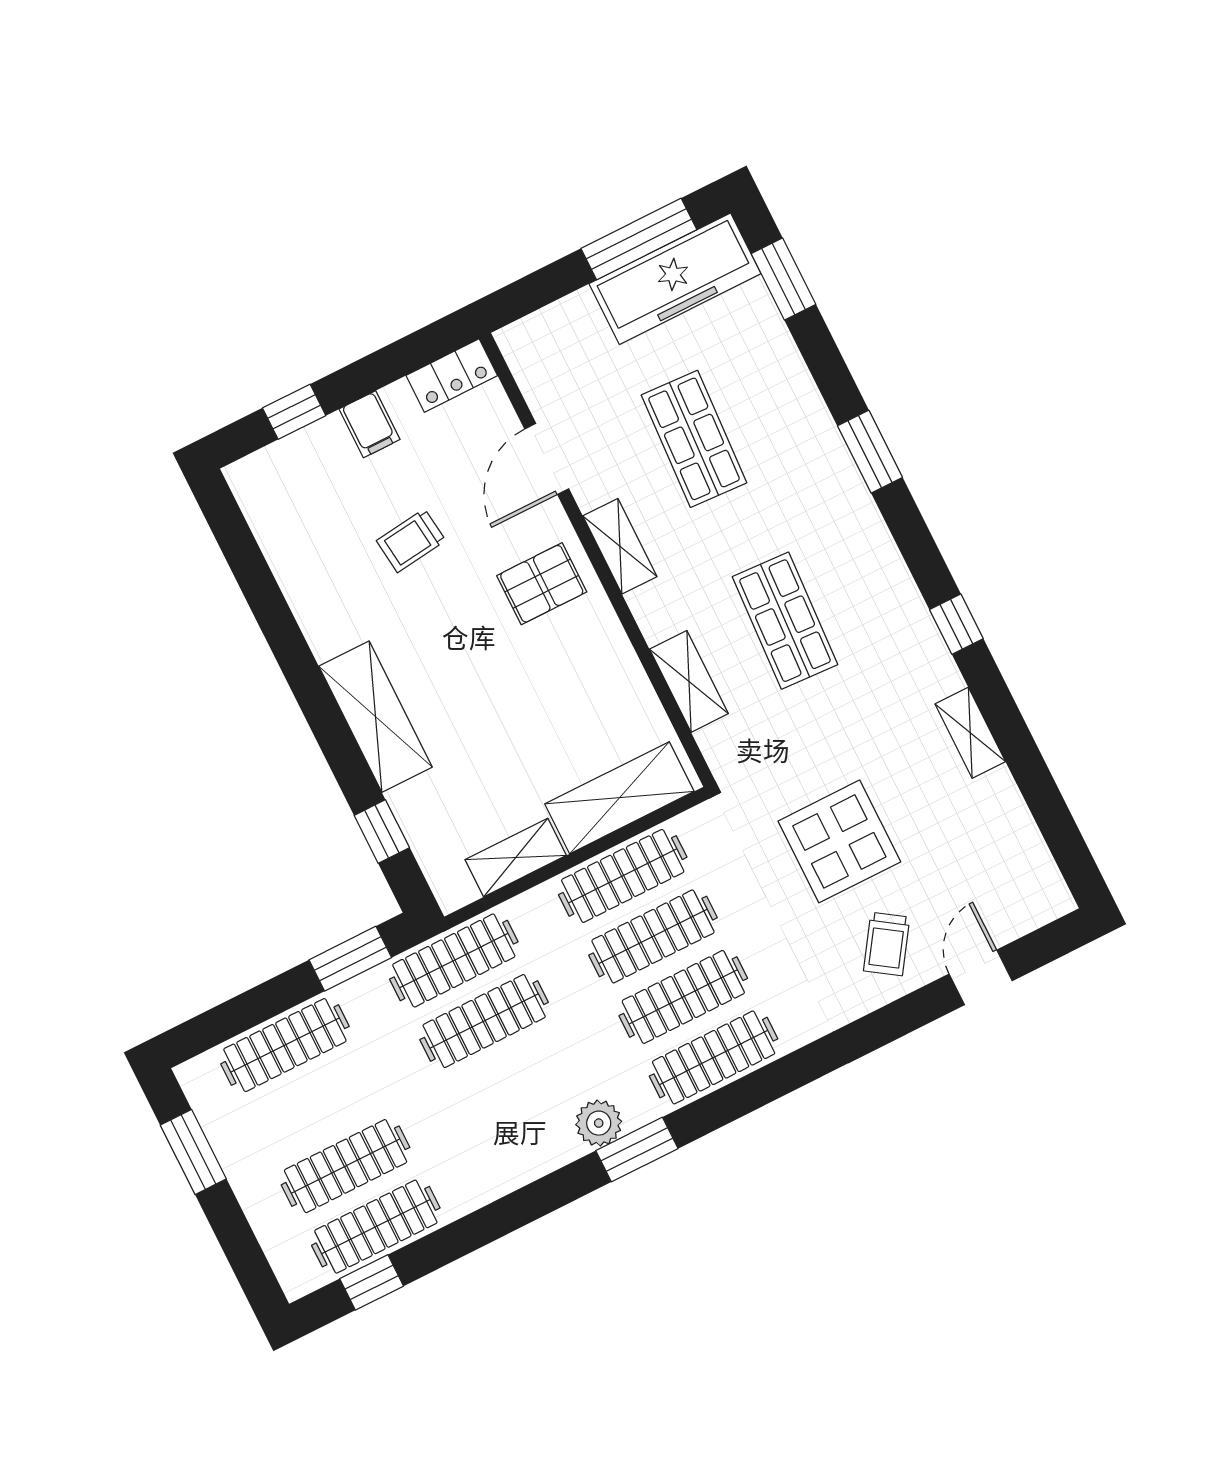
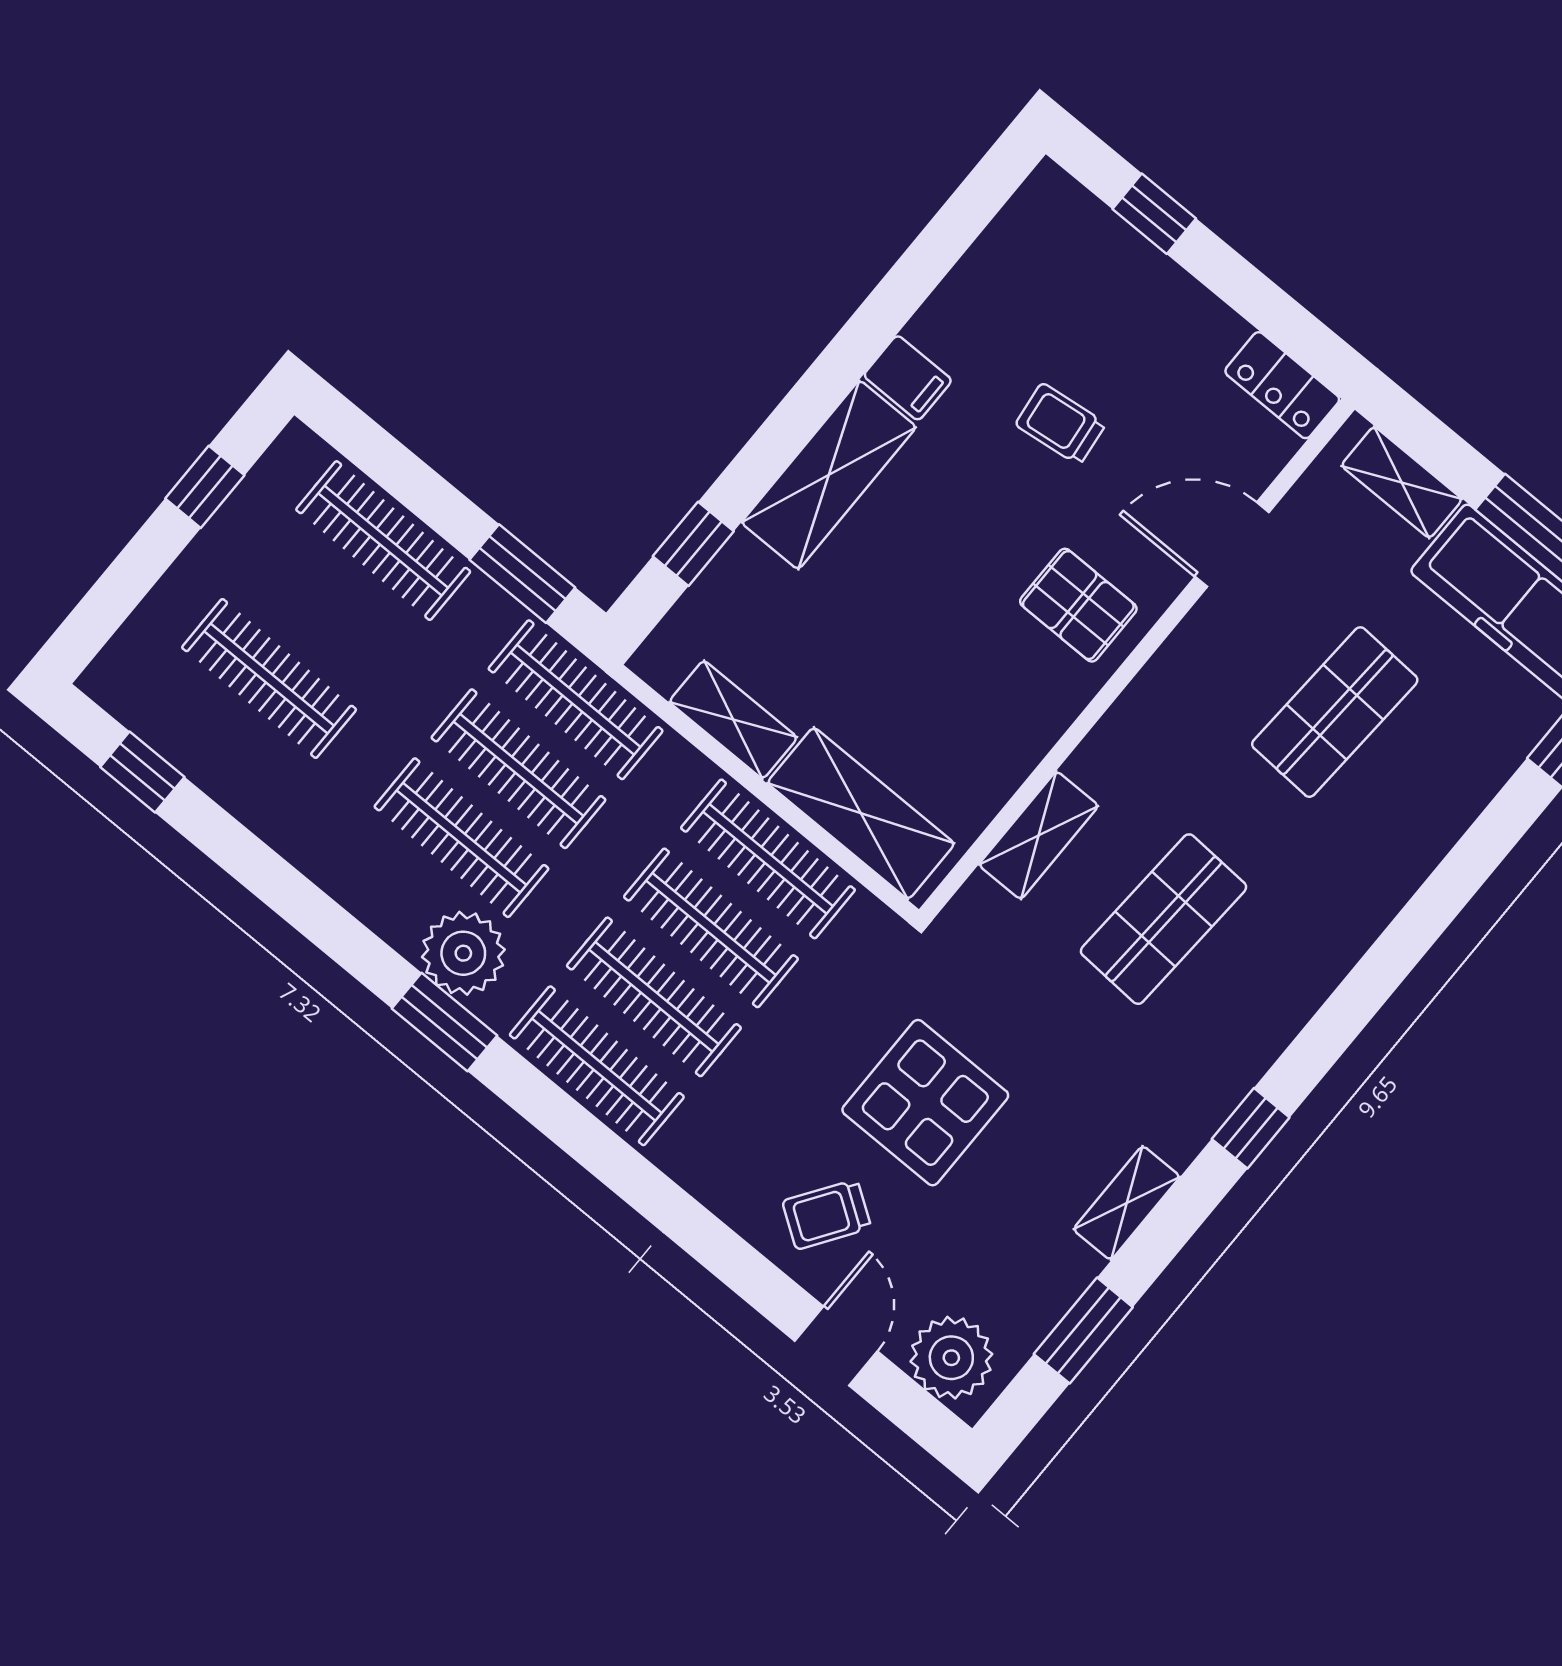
filing cabinet: (370, 424) -> (908, 378), moved, turned -90
window: (870, 452) -> (1083, 1331), moved
shelving: (620, 546) -> (1402, 482), moved, turned 90
plant: (1024, 901) -> (951, 1358), added
door: (981, 977) -> (836, 1346), hinge flipped
plant: (599, 1123) -> (463, 953), width x1.36, depth x1.36
window: (193, 1152) -> (205, 487), width x0.67
clothes rail: (376, 1227) -> (461, 838), moved

